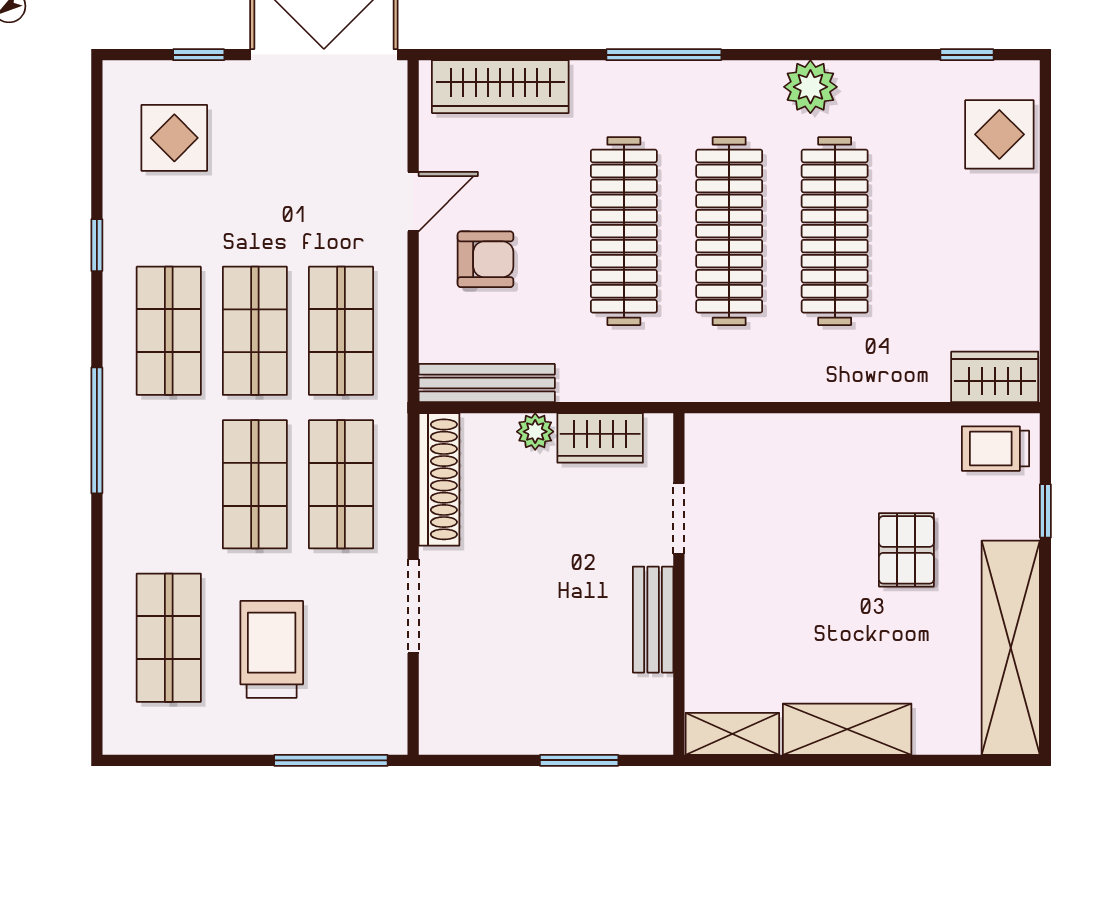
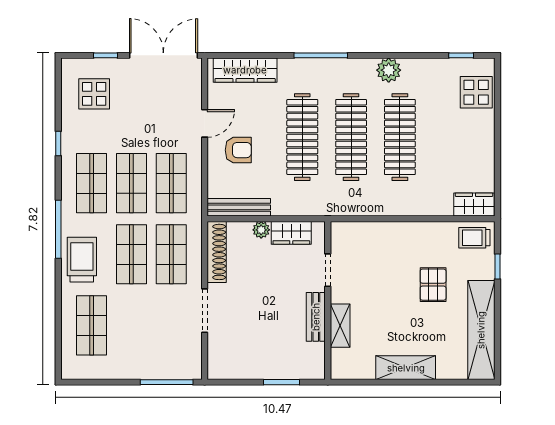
trolley: (272, 649) -> (82, 260), moved
shelving: (732, 734) -> (340, 326), moved, turned 90

